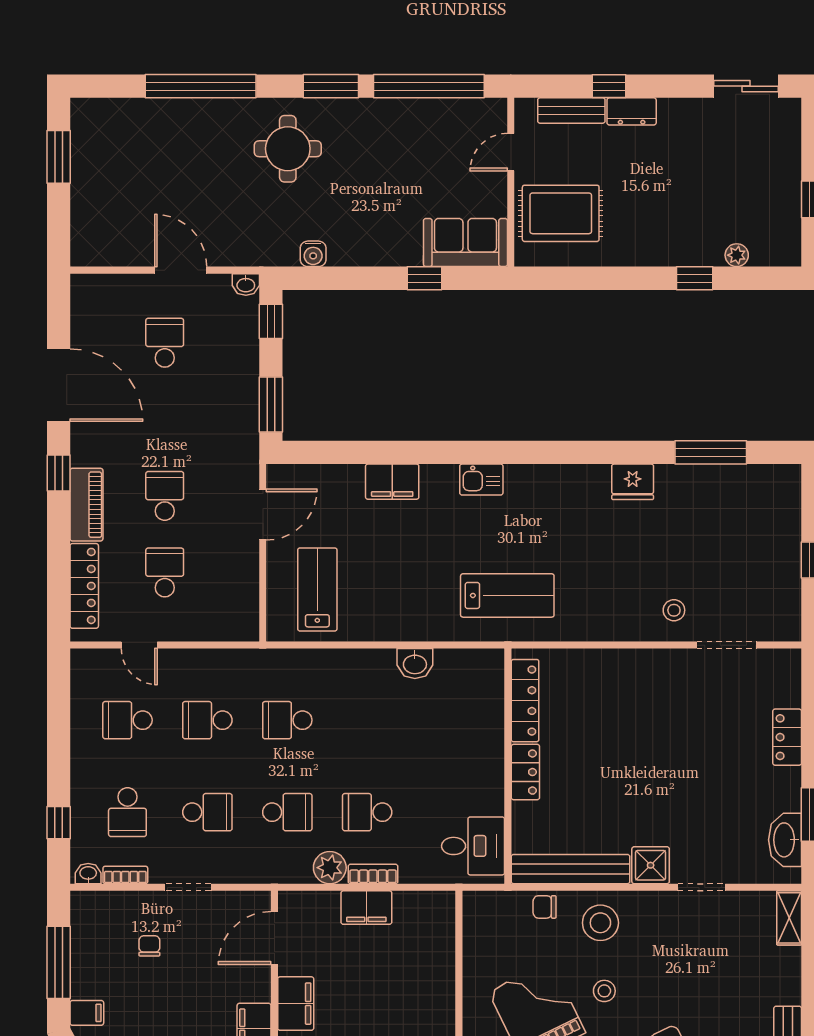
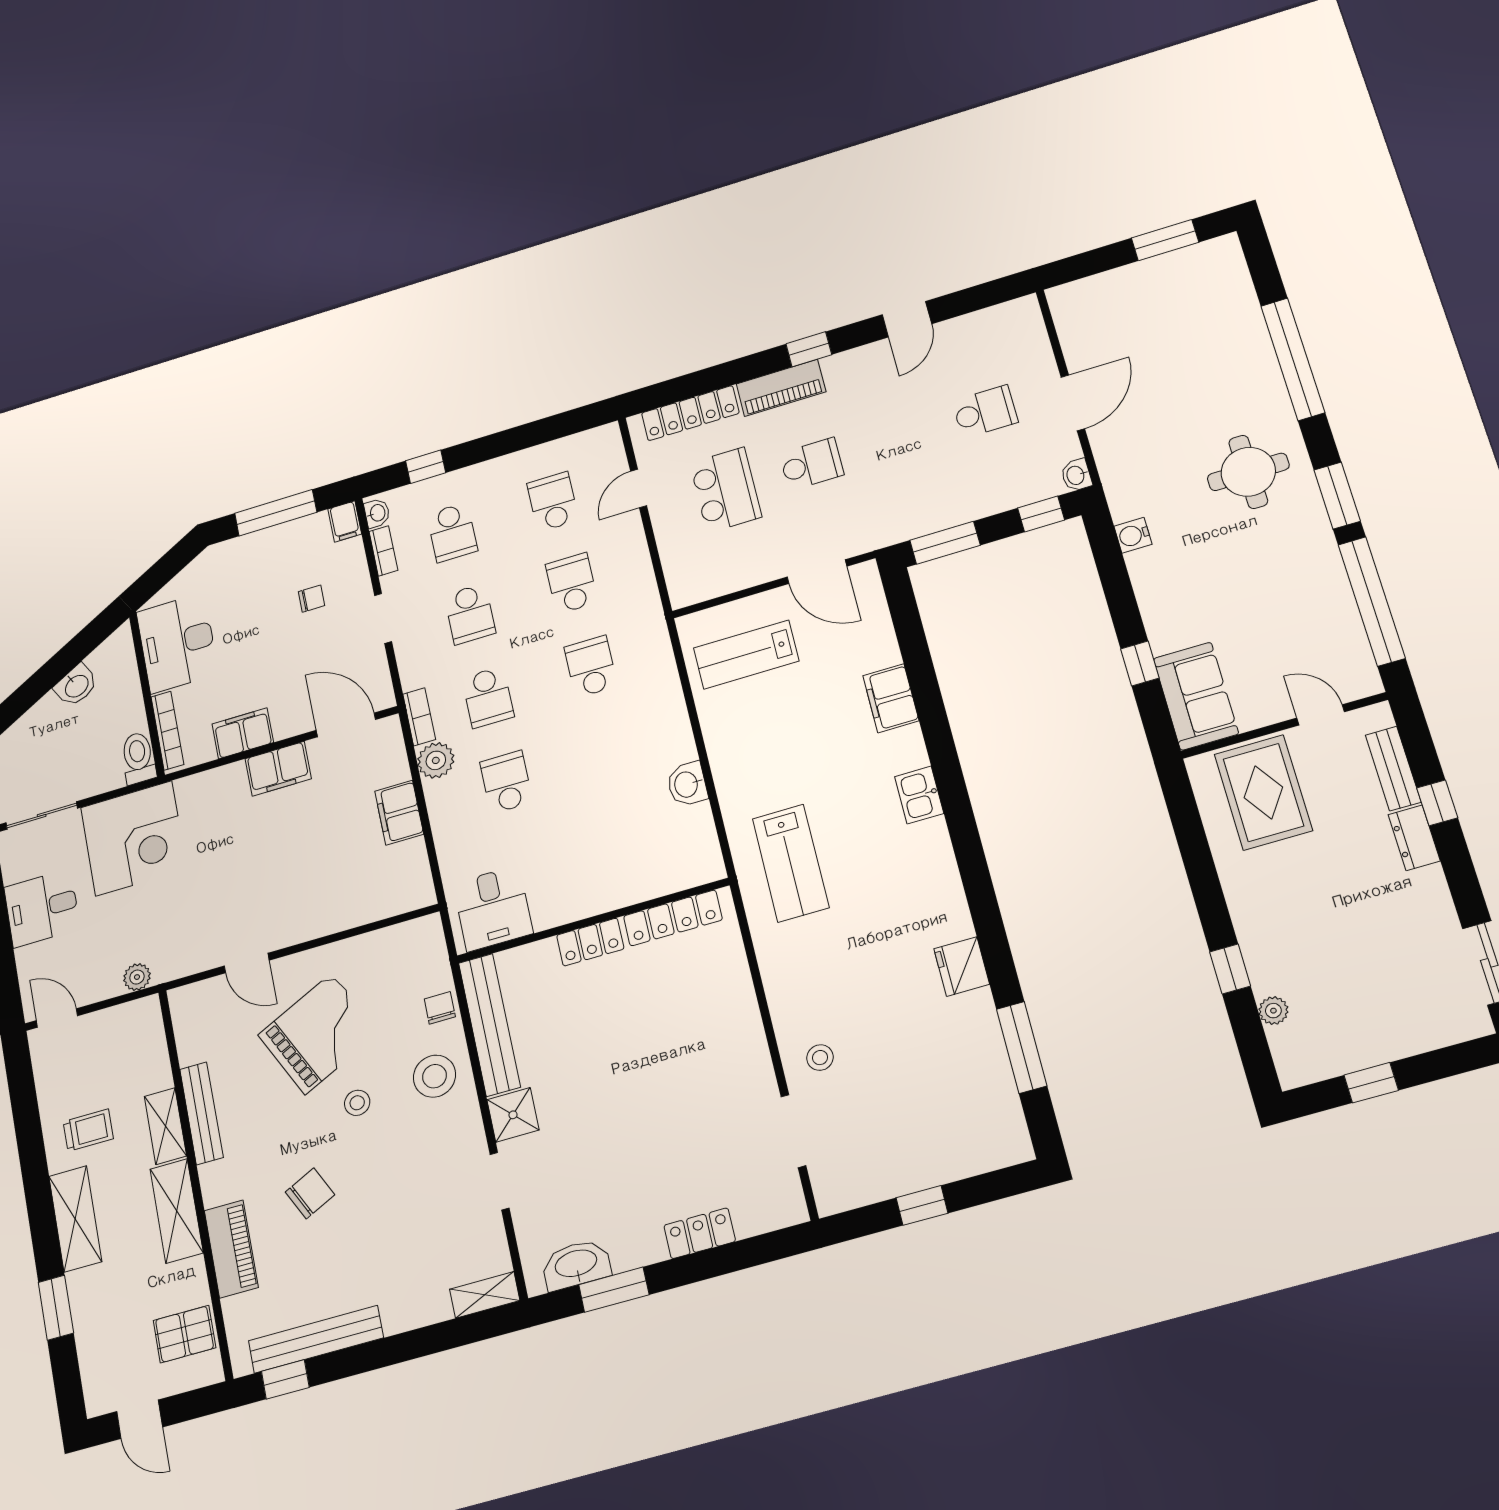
door: (59, 385) -> (907, 319), width x0.53
school desk: (165, 572) -> (726, 490), width x1.85
lab bench: (317, 589) -> (746, 655), turned 180
school desk: (127, 812) -> (452, 532), turned -90
bookcase: (373, 874) -> (419, 717), moved
filing cabinet: (87, 1013) -> (345, 521), moved

